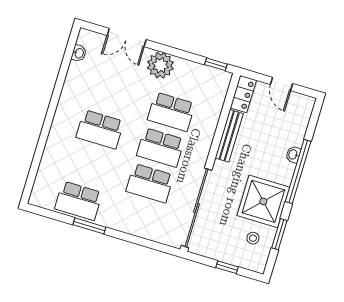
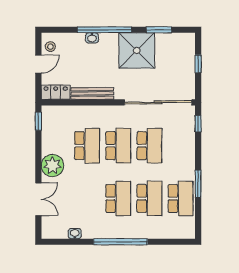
washbasin: (79, 53) -> (75, 234), moved
window: (50, 117) -> (120, 242), added
school desk: (89, 165) -> (149, 198), added
stool: (253, 238) -> (50, 47), moved
window: (158, 247) -> (198, 124), added

